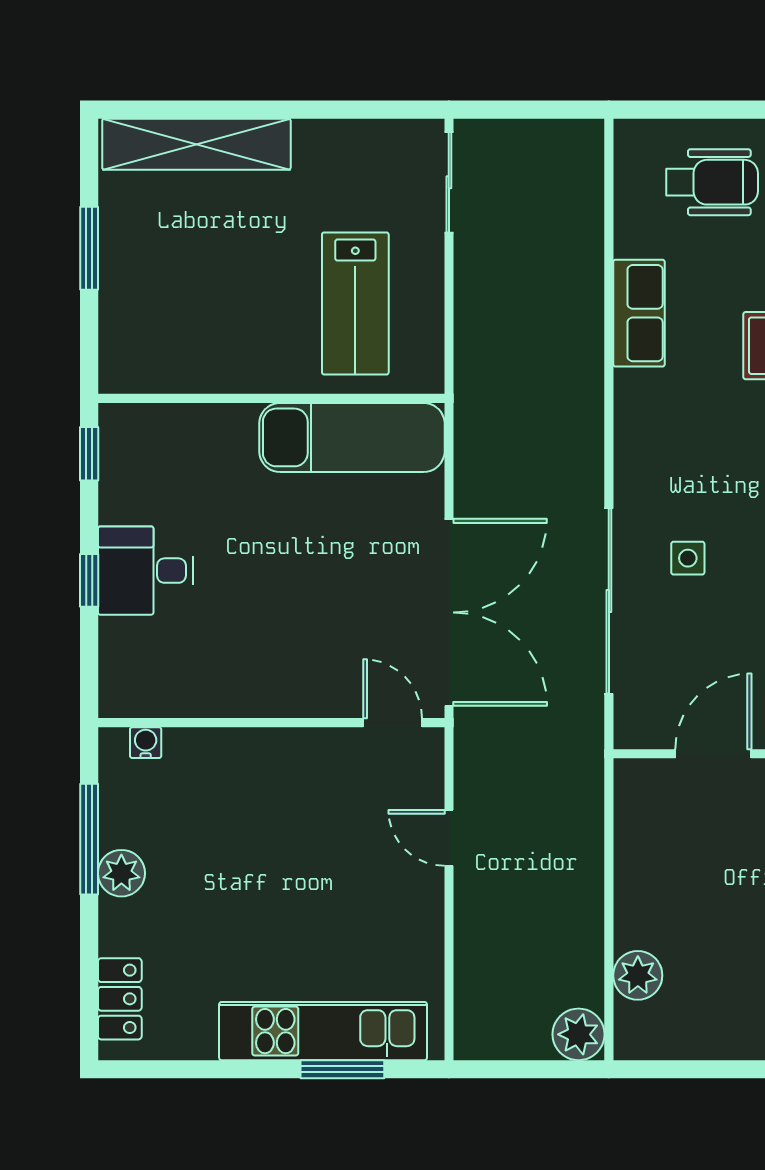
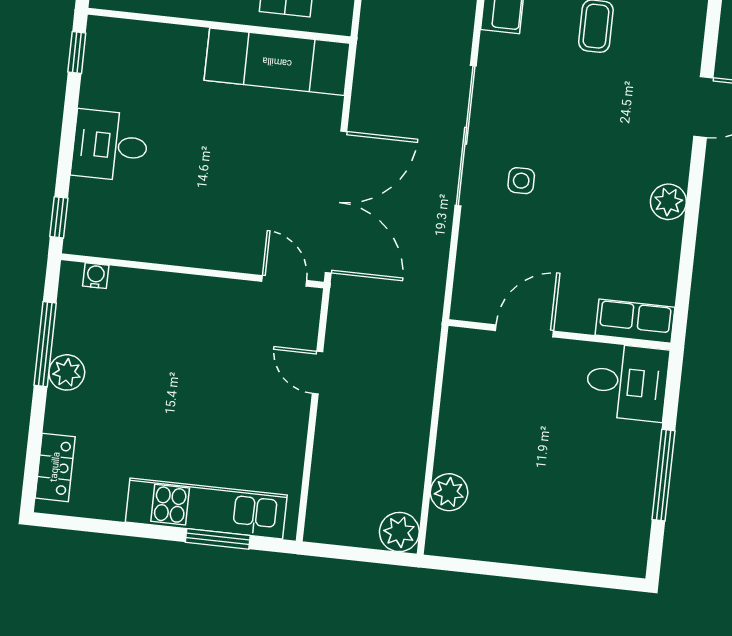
window: (89, 580) -> (59, 217), moved
sliding door: (609, 601) -> (466, 136), moved

